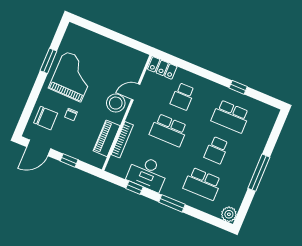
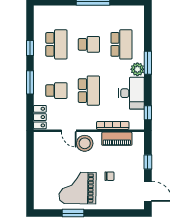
window: (202, 73) -> (30, 82), added
chair: (46, 118) -> (121, 196), removed
window: (134, 188) -> (148, 113), moved
plant: (229, 214) -> (137, 69), moved

